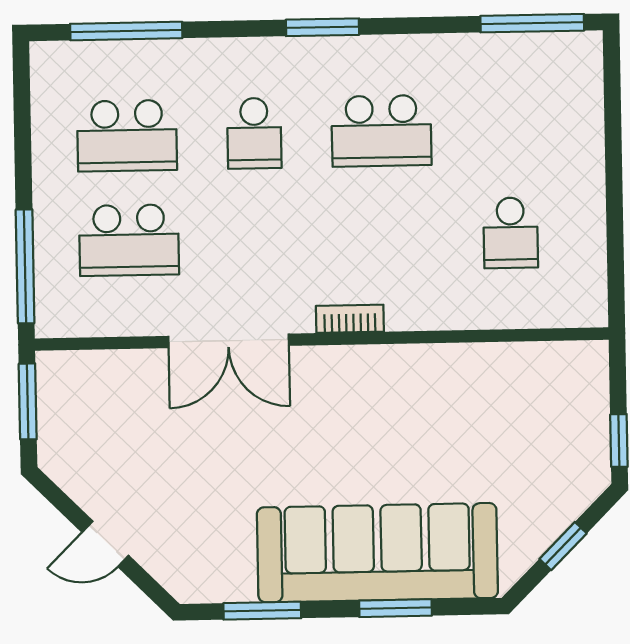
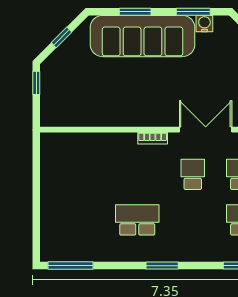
school desk: (254, 133) -> (193, 174), moved
school desk: (511, 233) -> (82, 174), removed
water cooler: (236, 584) -> (204, 24), added

